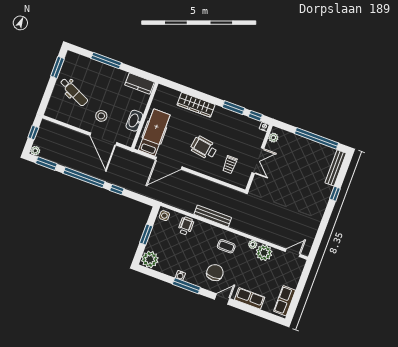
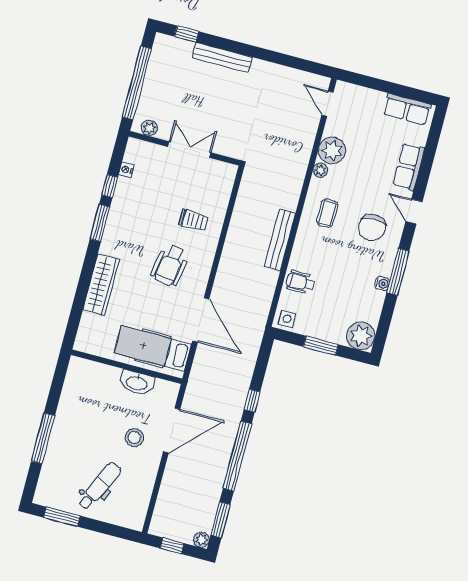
kitchen counter: (139, 84) -> (75, 380), removed
plant: (273, 138) -> (149, 128), moved
wall: (259, 158) -> (184, 148), moved
double door: (258, 161) -> (189, 150), moved
bench: (336, 168) -> (222, 58), moved
window: (335, 194) -> (187, 34), moved
chair: (215, 273) -> (372, 227), turned -90

